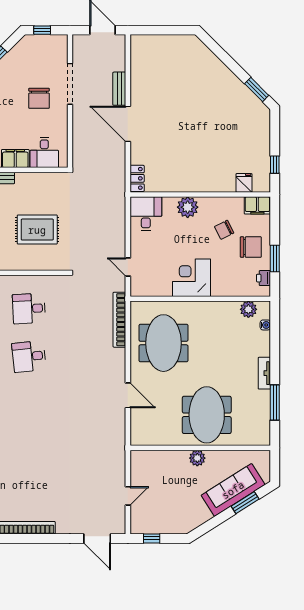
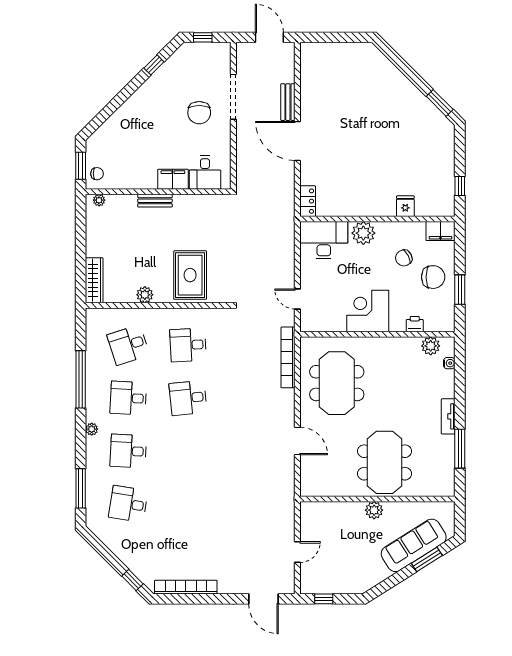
fridge: (244, 183) -> (405, 206), moved
desk: (146, 214) -> (324, 240), width x1.37
rug: (37, 230) -> (190, 275), moved, turned 90
printer: (264, 278) -> (415, 324), moved, turned 90

